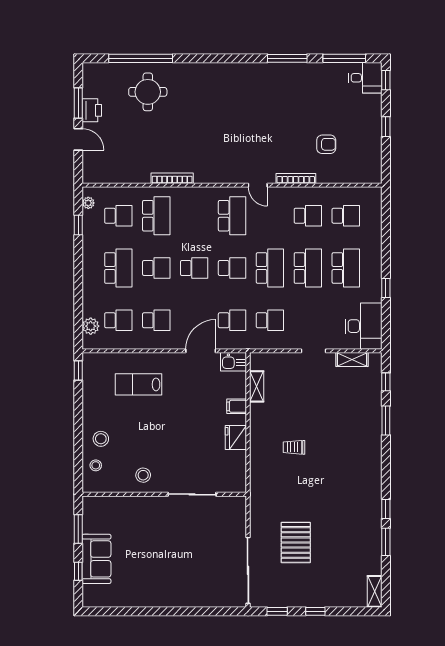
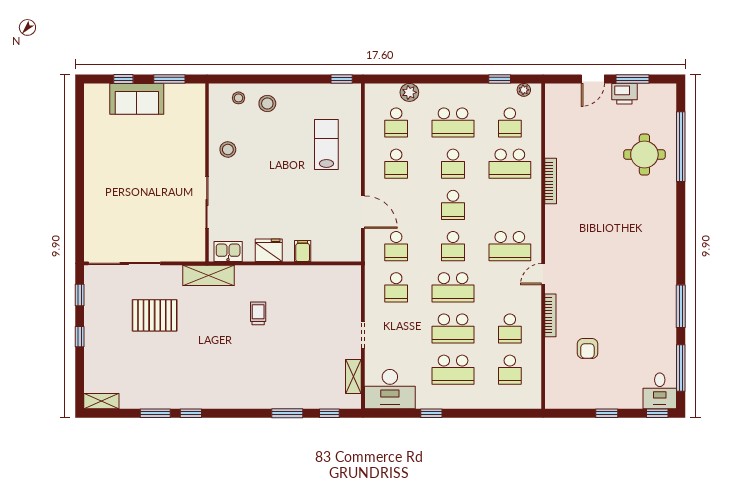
plant: (91, 326) -> (409, 92), moved
kitchen sink: (234, 362) -> (228, 252), moved, turned 90
shelving: (257, 386) -> (209, 275), moved, width x1.50, depth x1.33

